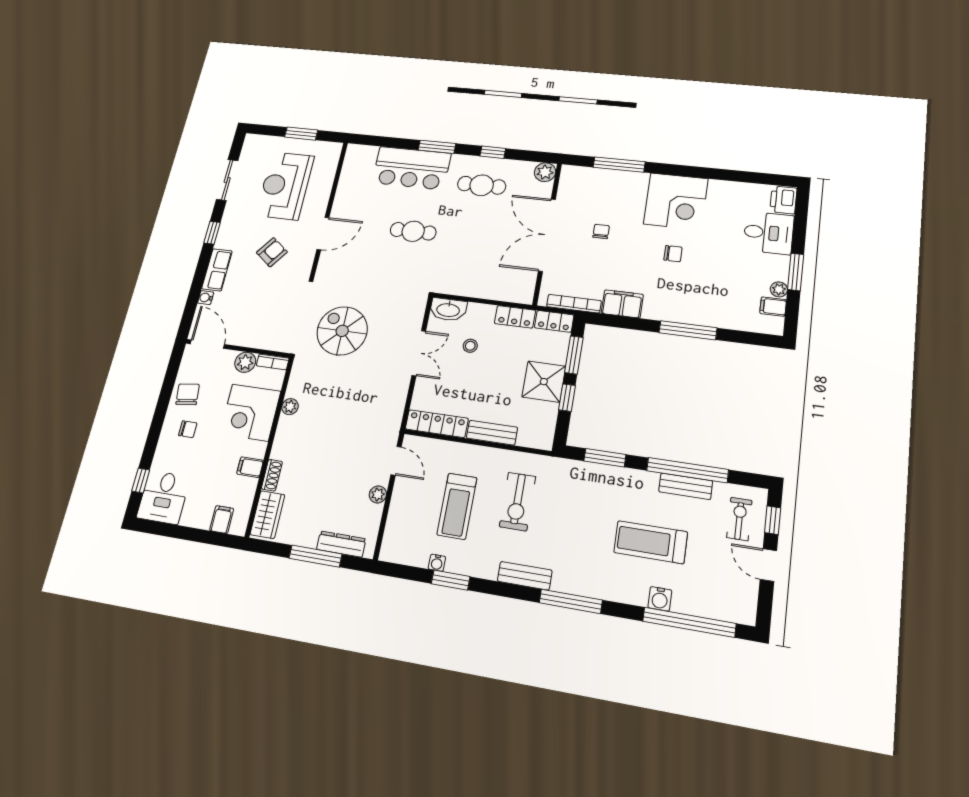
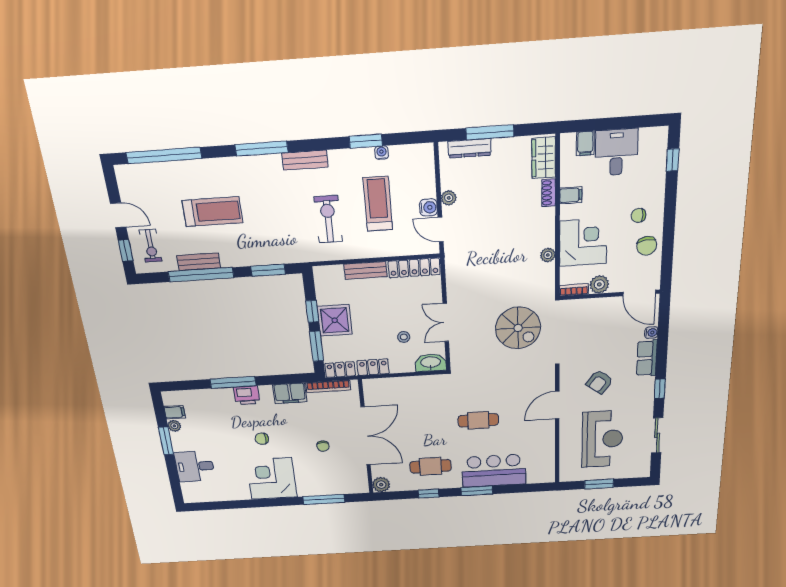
printer: (783, 200) -> (247, 395), moved, turned 90
desk: (163, 497) -> (616, 152), moved
water cooler: (660, 599) -> (428, 207), moved, turned 90

